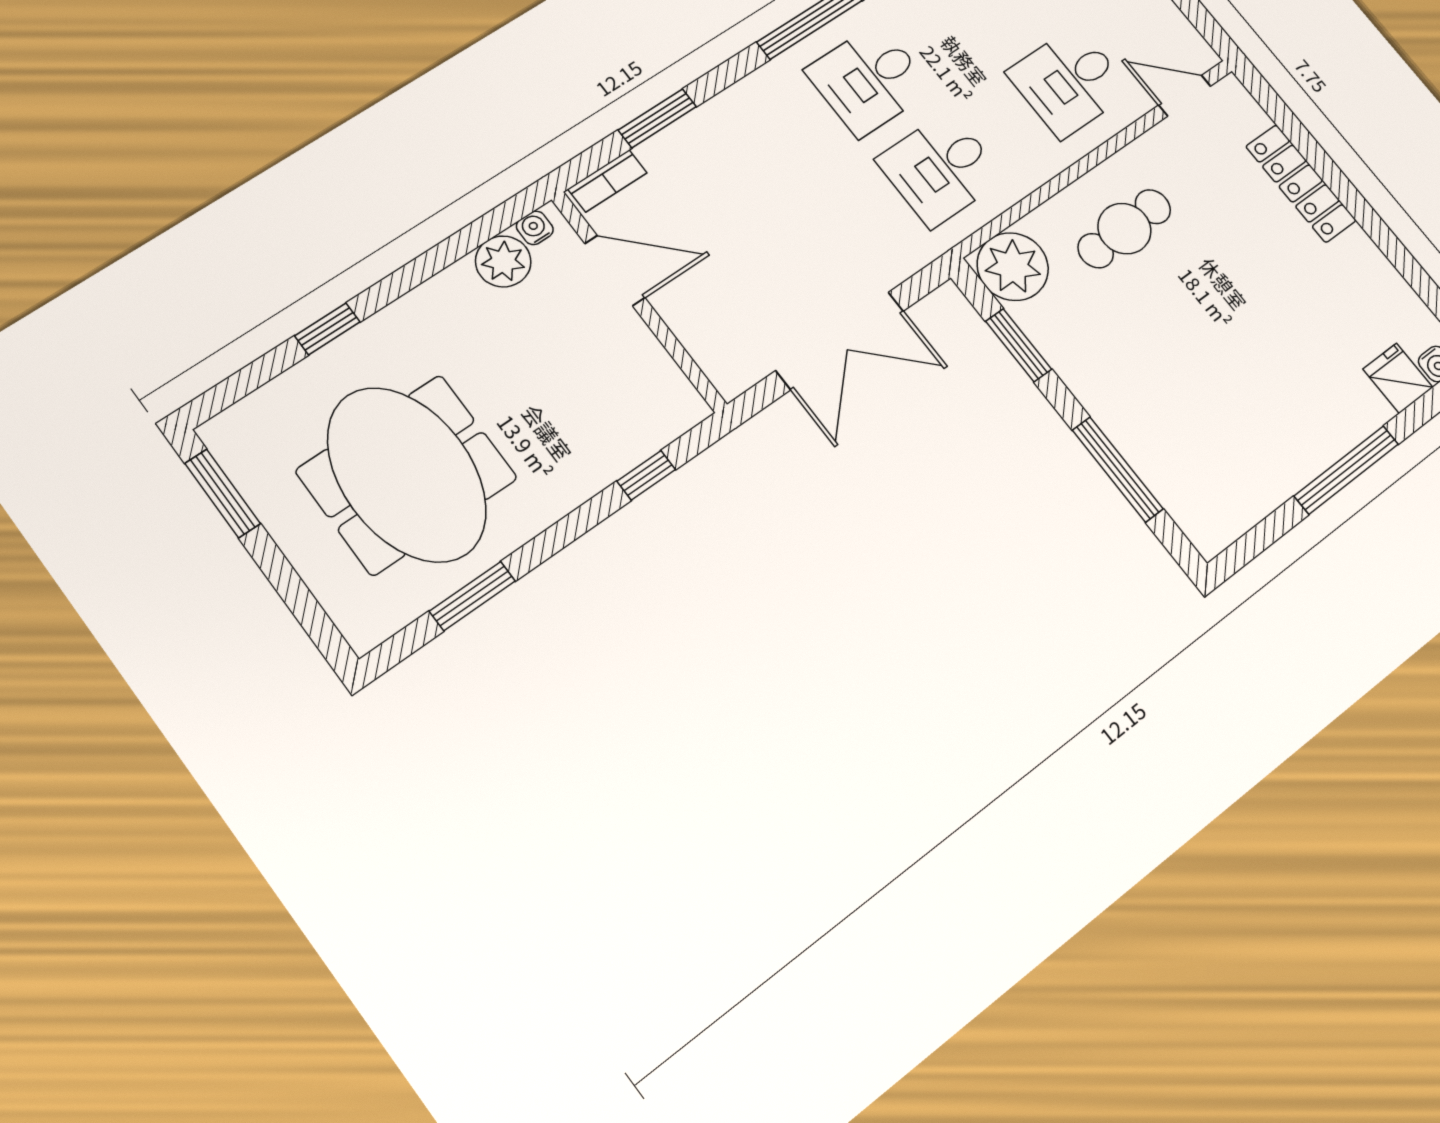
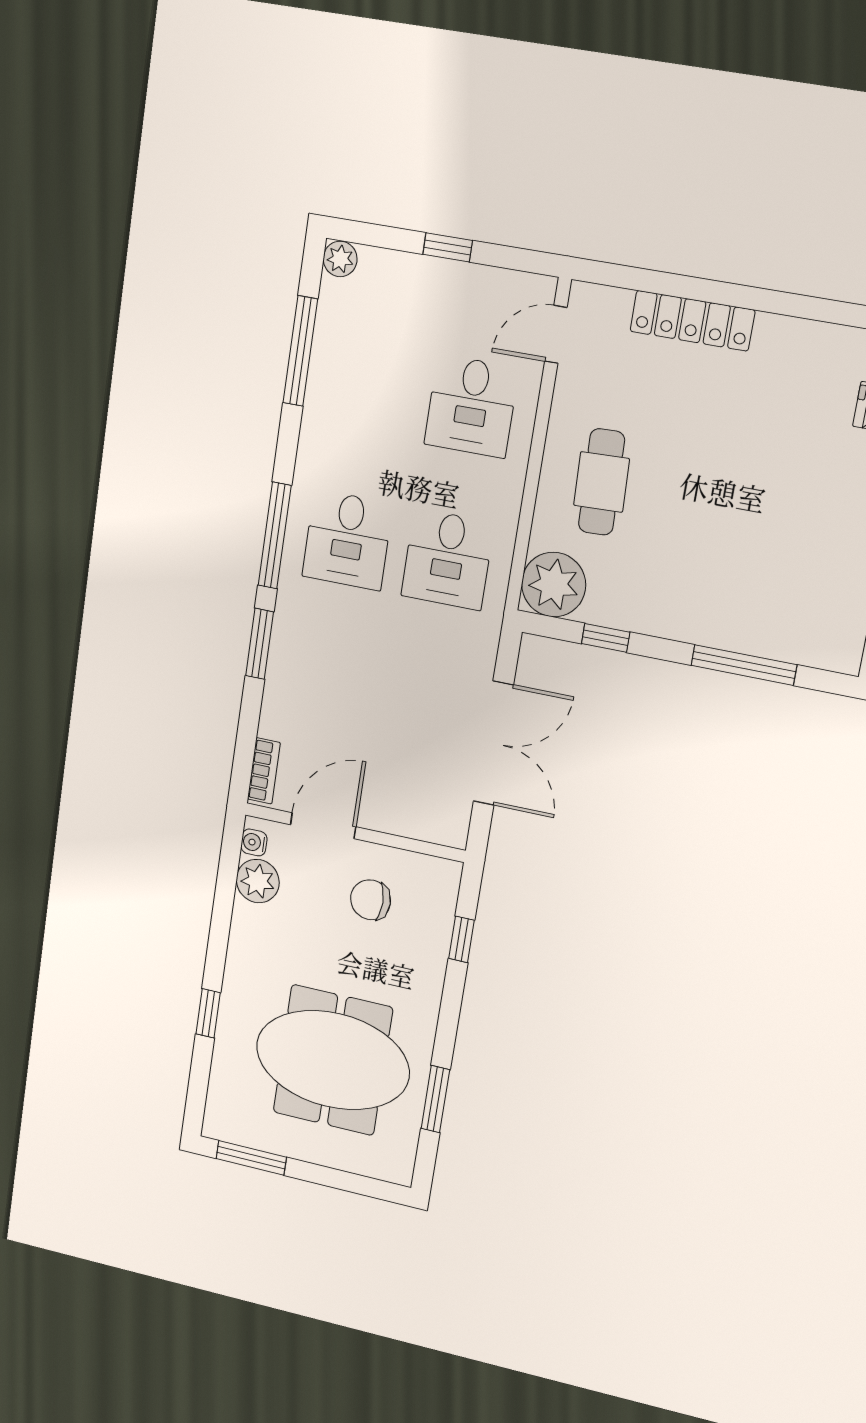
window: (657, 118) -> (260, 644), moved
window: (1019, 345) -> (606, 638), width x0.67
chair: (594, 369) -> (371, 900), added

